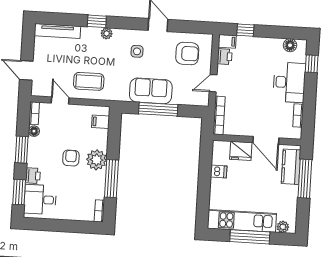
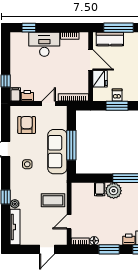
plant: (107, 33) -> (15, 204), moved
floor lamp: (290, 45) -> (15, 45), removed
coffee table: (89, 81) -> (53, 200), turned 90
door: (213, 83) -> (49, 103), swing flipped
sofa: (151, 91) -> (57, 152), width x1.36
filing cabinet: (101, 122) -> (100, 189), moved
door: (266, 140) -> (91, 60), hinge flipped
armchair: (71, 158) -> (113, 211), removed
window: (205, 171) -> (117, 106), added

